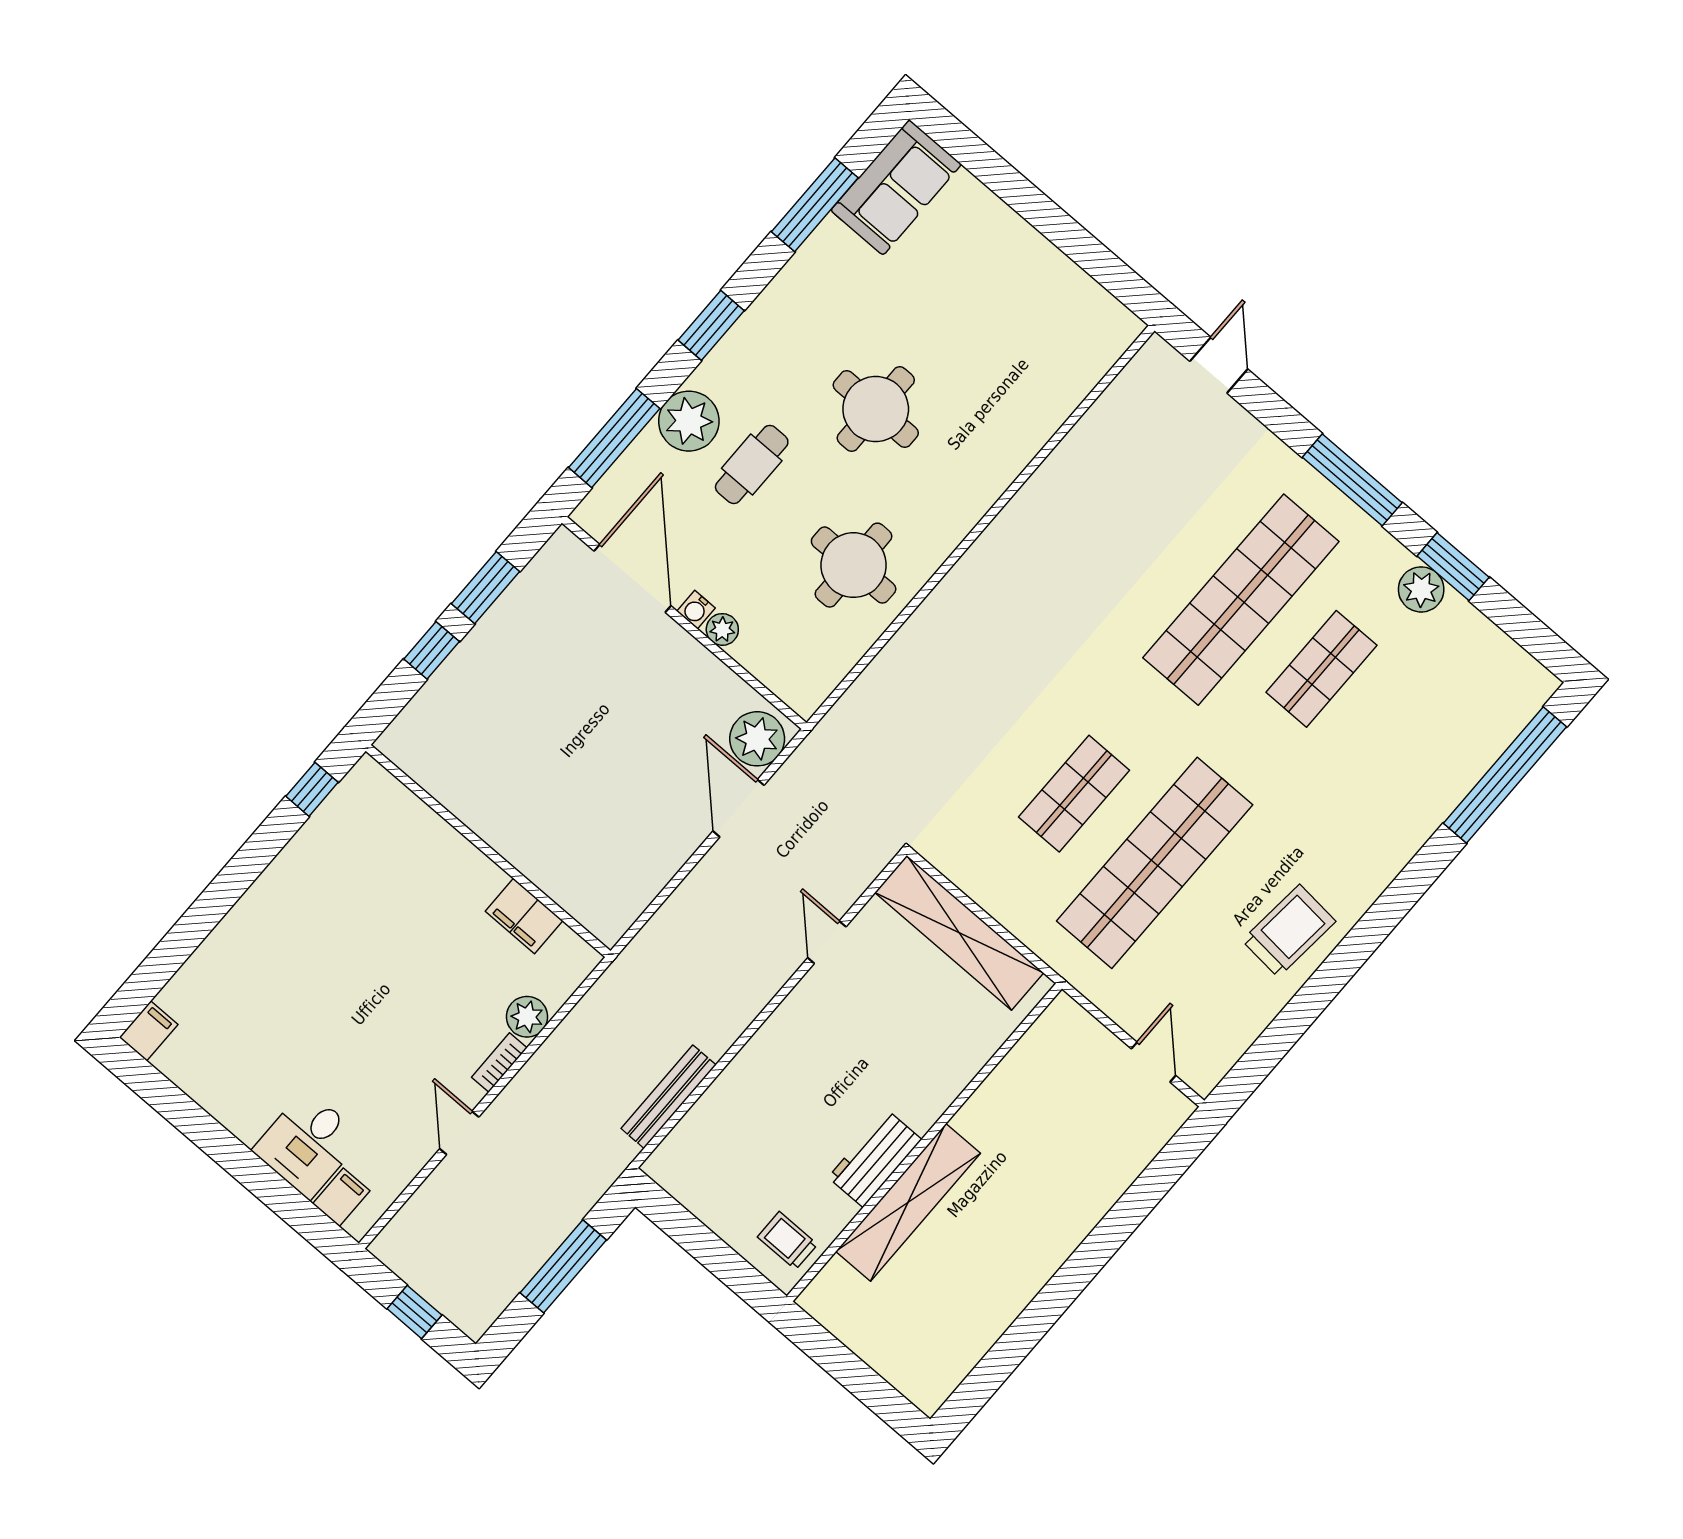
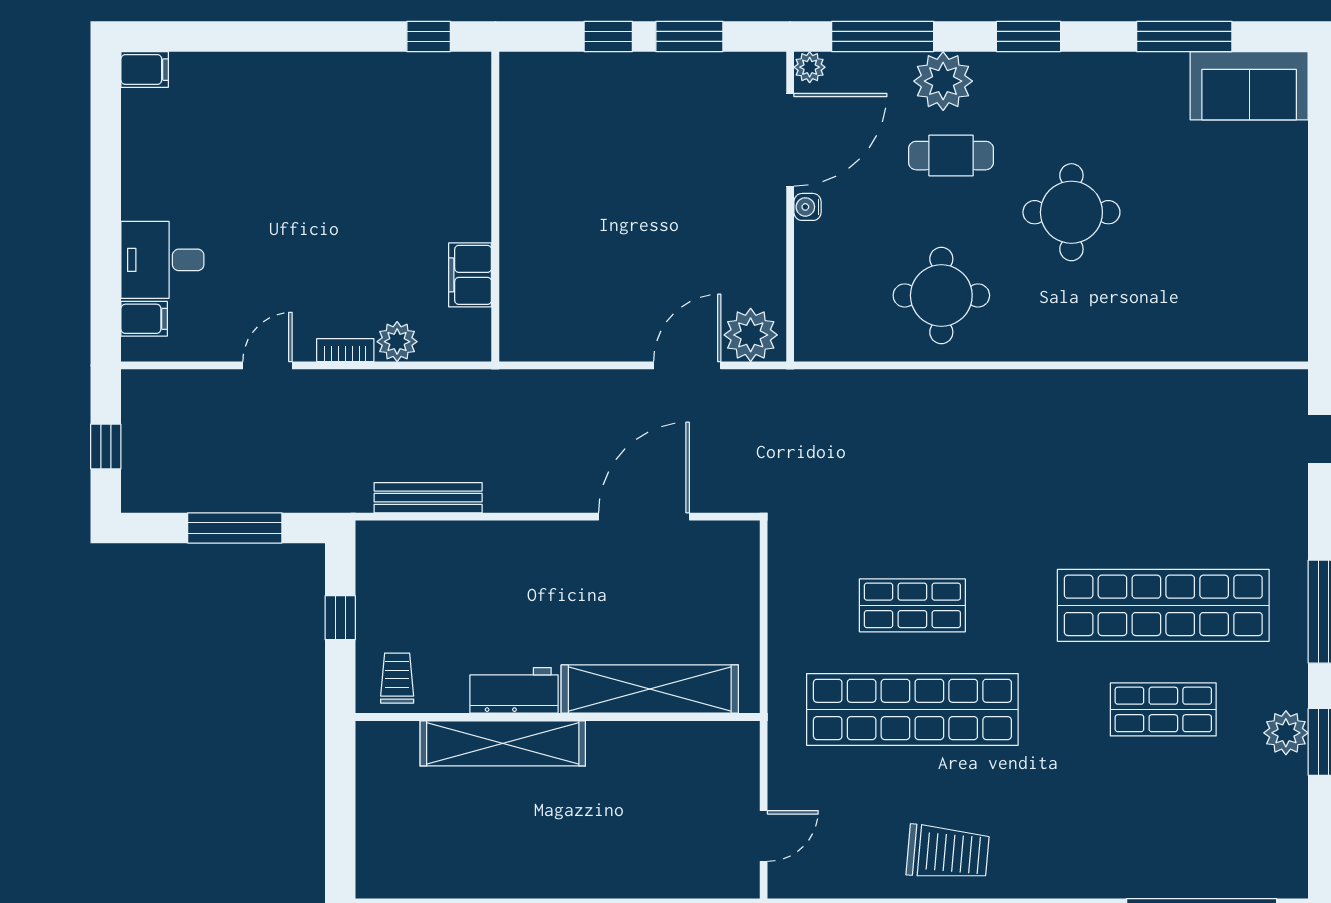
plant: (722, 629) -> (810, 67), moved
shelving: (959, 933) -> (650, 689), moved, turned 90
door: (827, 942) -> (644, 517), width x1.88
window: (703, 1244) -> (340, 618), added

